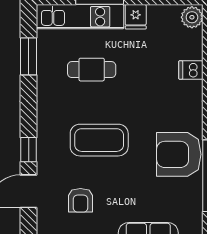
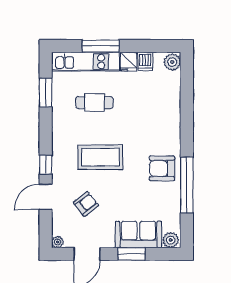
dishwasher: (191, 70) -> (145, 61), moved, turned -90
armchair: (179, 154) -> (162, 168), width x0.73, depth x0.73
armchair: (80, 200) -> (86, 204), turned -128

